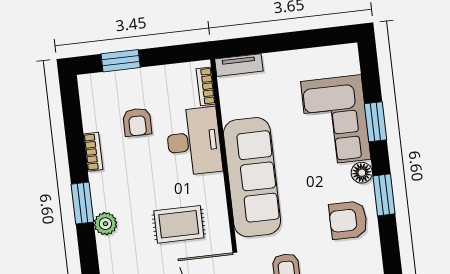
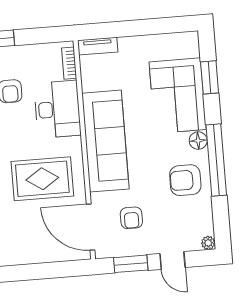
window: (376, 122) -> (210, 77), moved
window: (384, 195) -> (216, 160), width x2.11
rug: (179, 224) -> (42, 179), width x1.36, depth x1.43

